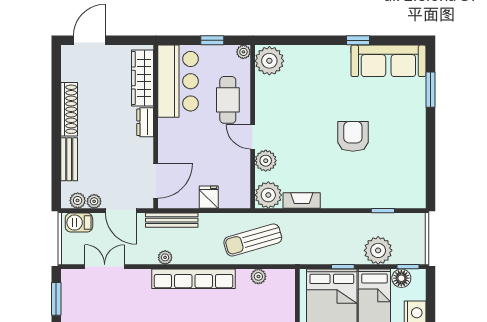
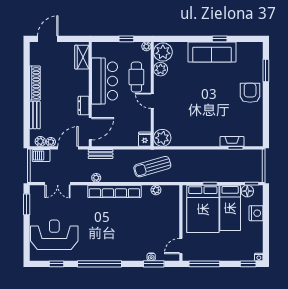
sofa: (388, 61) -> (212, 52), moved
wardrobe: (143, 78) -> (82, 57), width x0.67
bar counter: (178, 81) -> (105, 81), moved
dresser: (145, 122) -> (84, 106), moved
armchair: (353, 136) -> (250, 93), moved
plant: (266, 161) -> (161, 69), moved
fridge: (209, 197) -> (145, 139), moved
fireplace: (302, 200) -> (232, 141), moved
door: (121, 211) -> (68, 148), swing flipped
bench: (172, 220) -> (101, 154), width x0.73
plant: (378, 250) -> (232, 173), removed
double door: (105, 267) -> (58, 184), swing flipped

